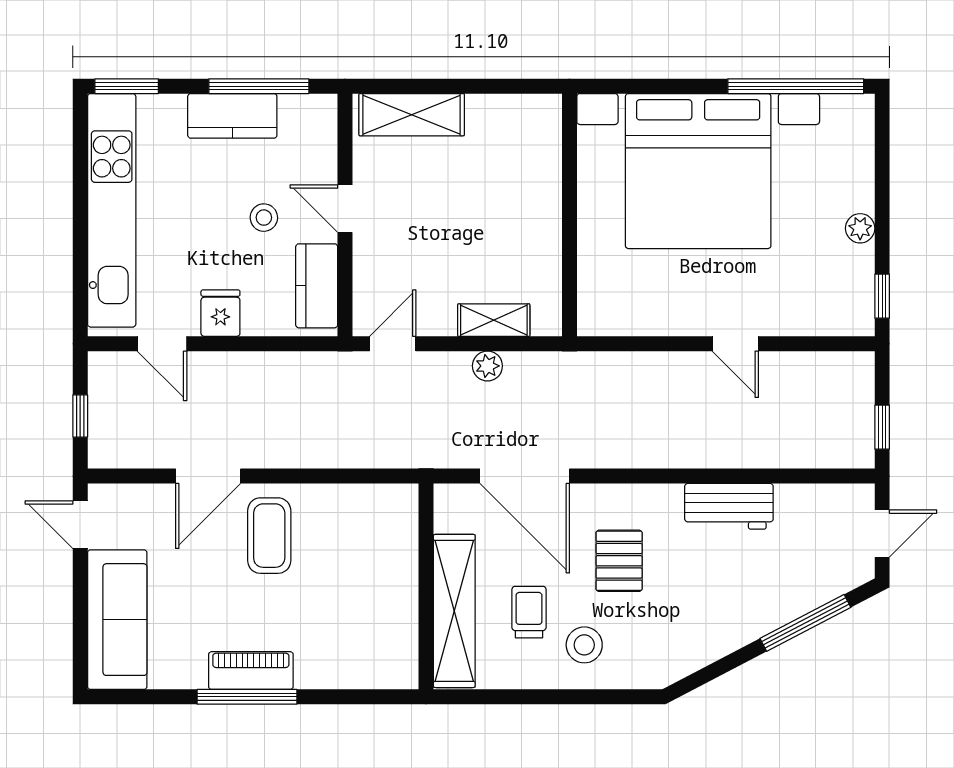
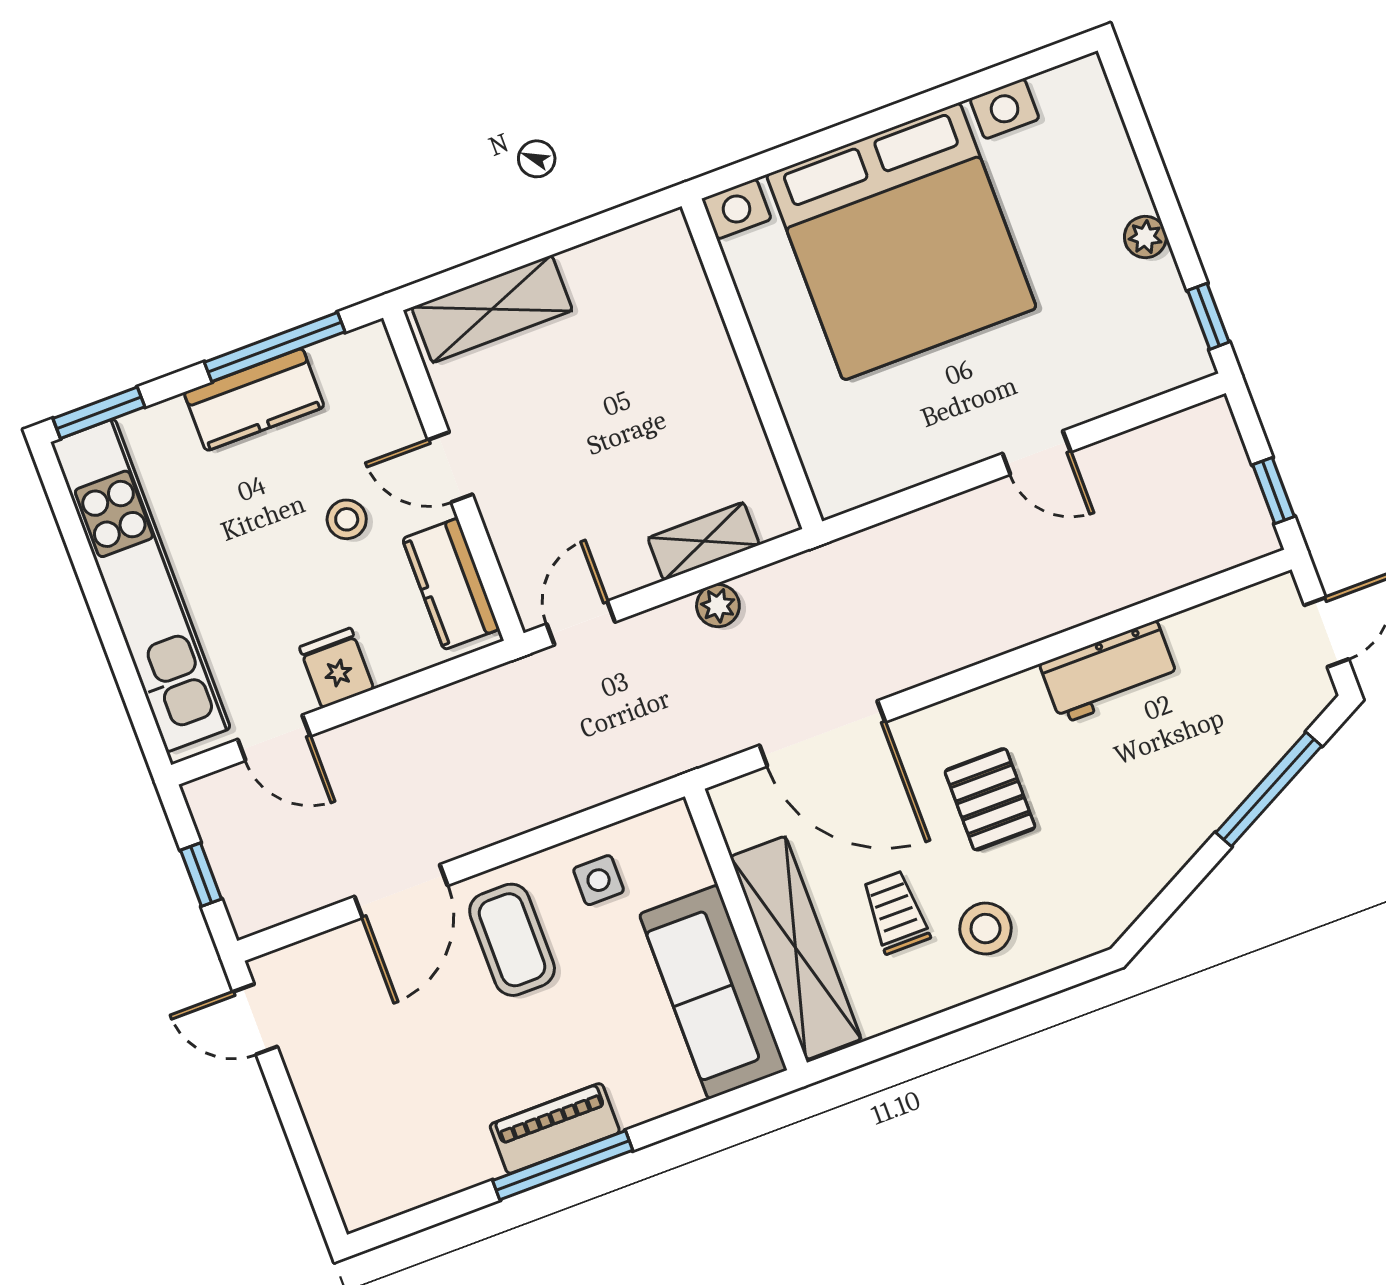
window: (796, 86) -> (989, 80), removed
side table: (341, 518) -> (599, 880), added
sofa: (117, 620) -> (713, 992), moved, turned 180

